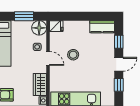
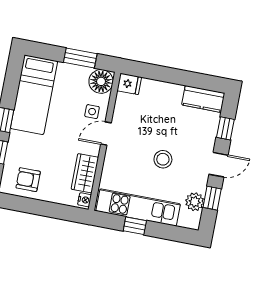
stool: (73, 55) -> (163, 159), moved
door: (48, 58) -> (106, 134), swing flipped
plant: (109, 89) -> (195, 202), added

